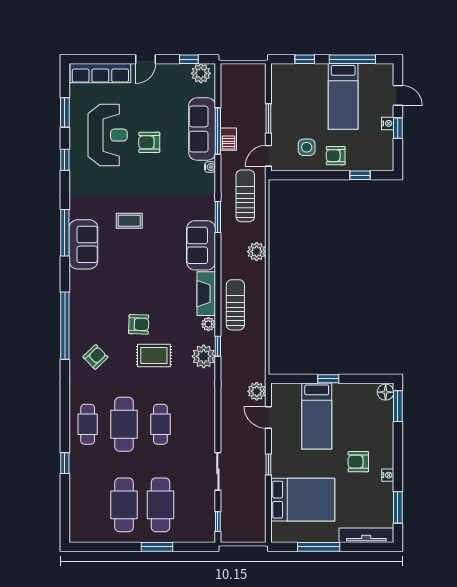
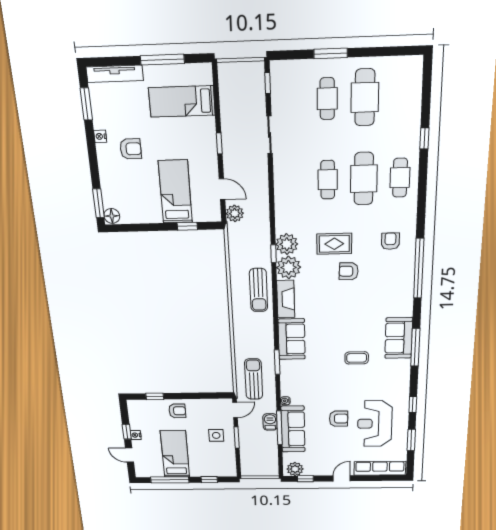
side table: (307, 147) -> (216, 435), moved
sun lounger: (245, 196) -> (254, 379), turned 180
plant: (257, 252) -> (241, 335), removed
plant: (208, 324) -> (289, 267), width x1.88, depth x1.88
armchair: (95, 357) -> (390, 241), turned 134
window: (328, 379) -> (187, 226), moved
bed: (303, 500) -> (182, 101), width x0.67
cafe table: (160, 505) -> (327, 99), width x0.73, depth x0.74

